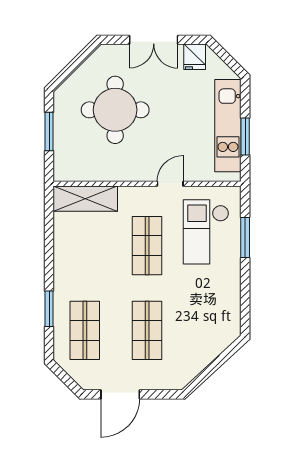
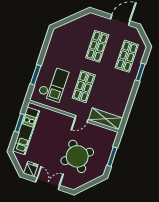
round table: (115, 110) -> (77, 156), turned -38
door: (170, 184) -> (82, 119), moved

